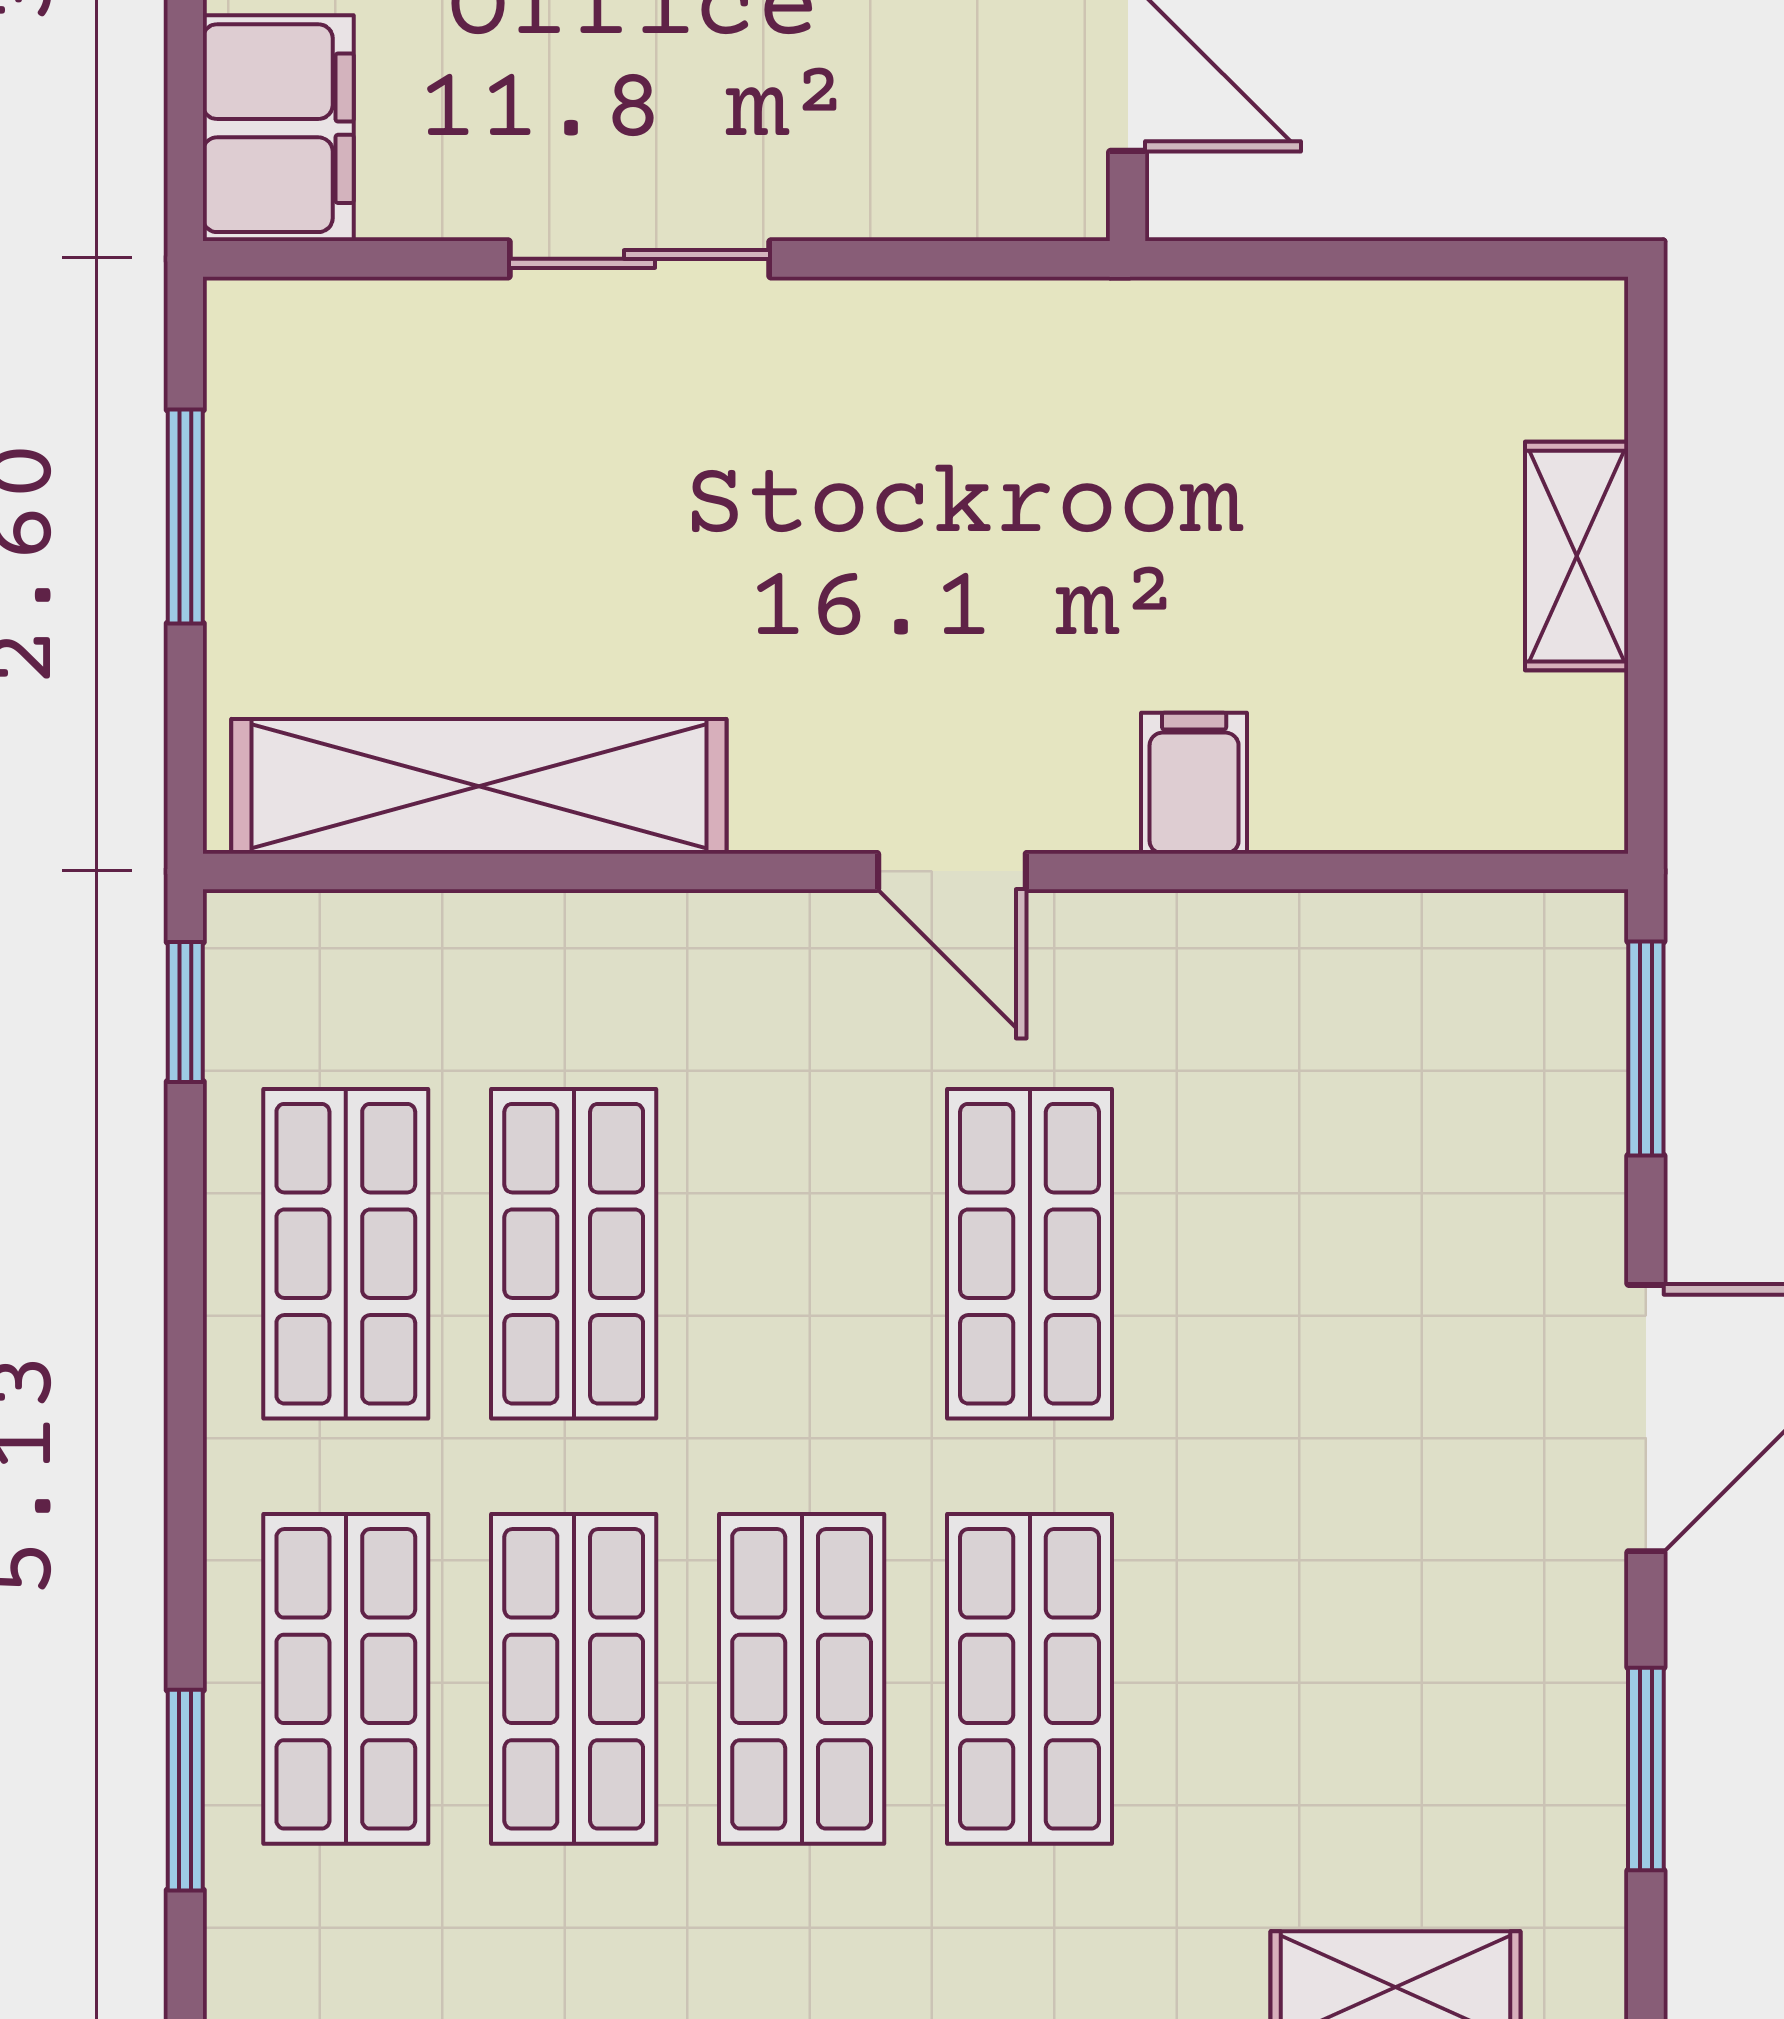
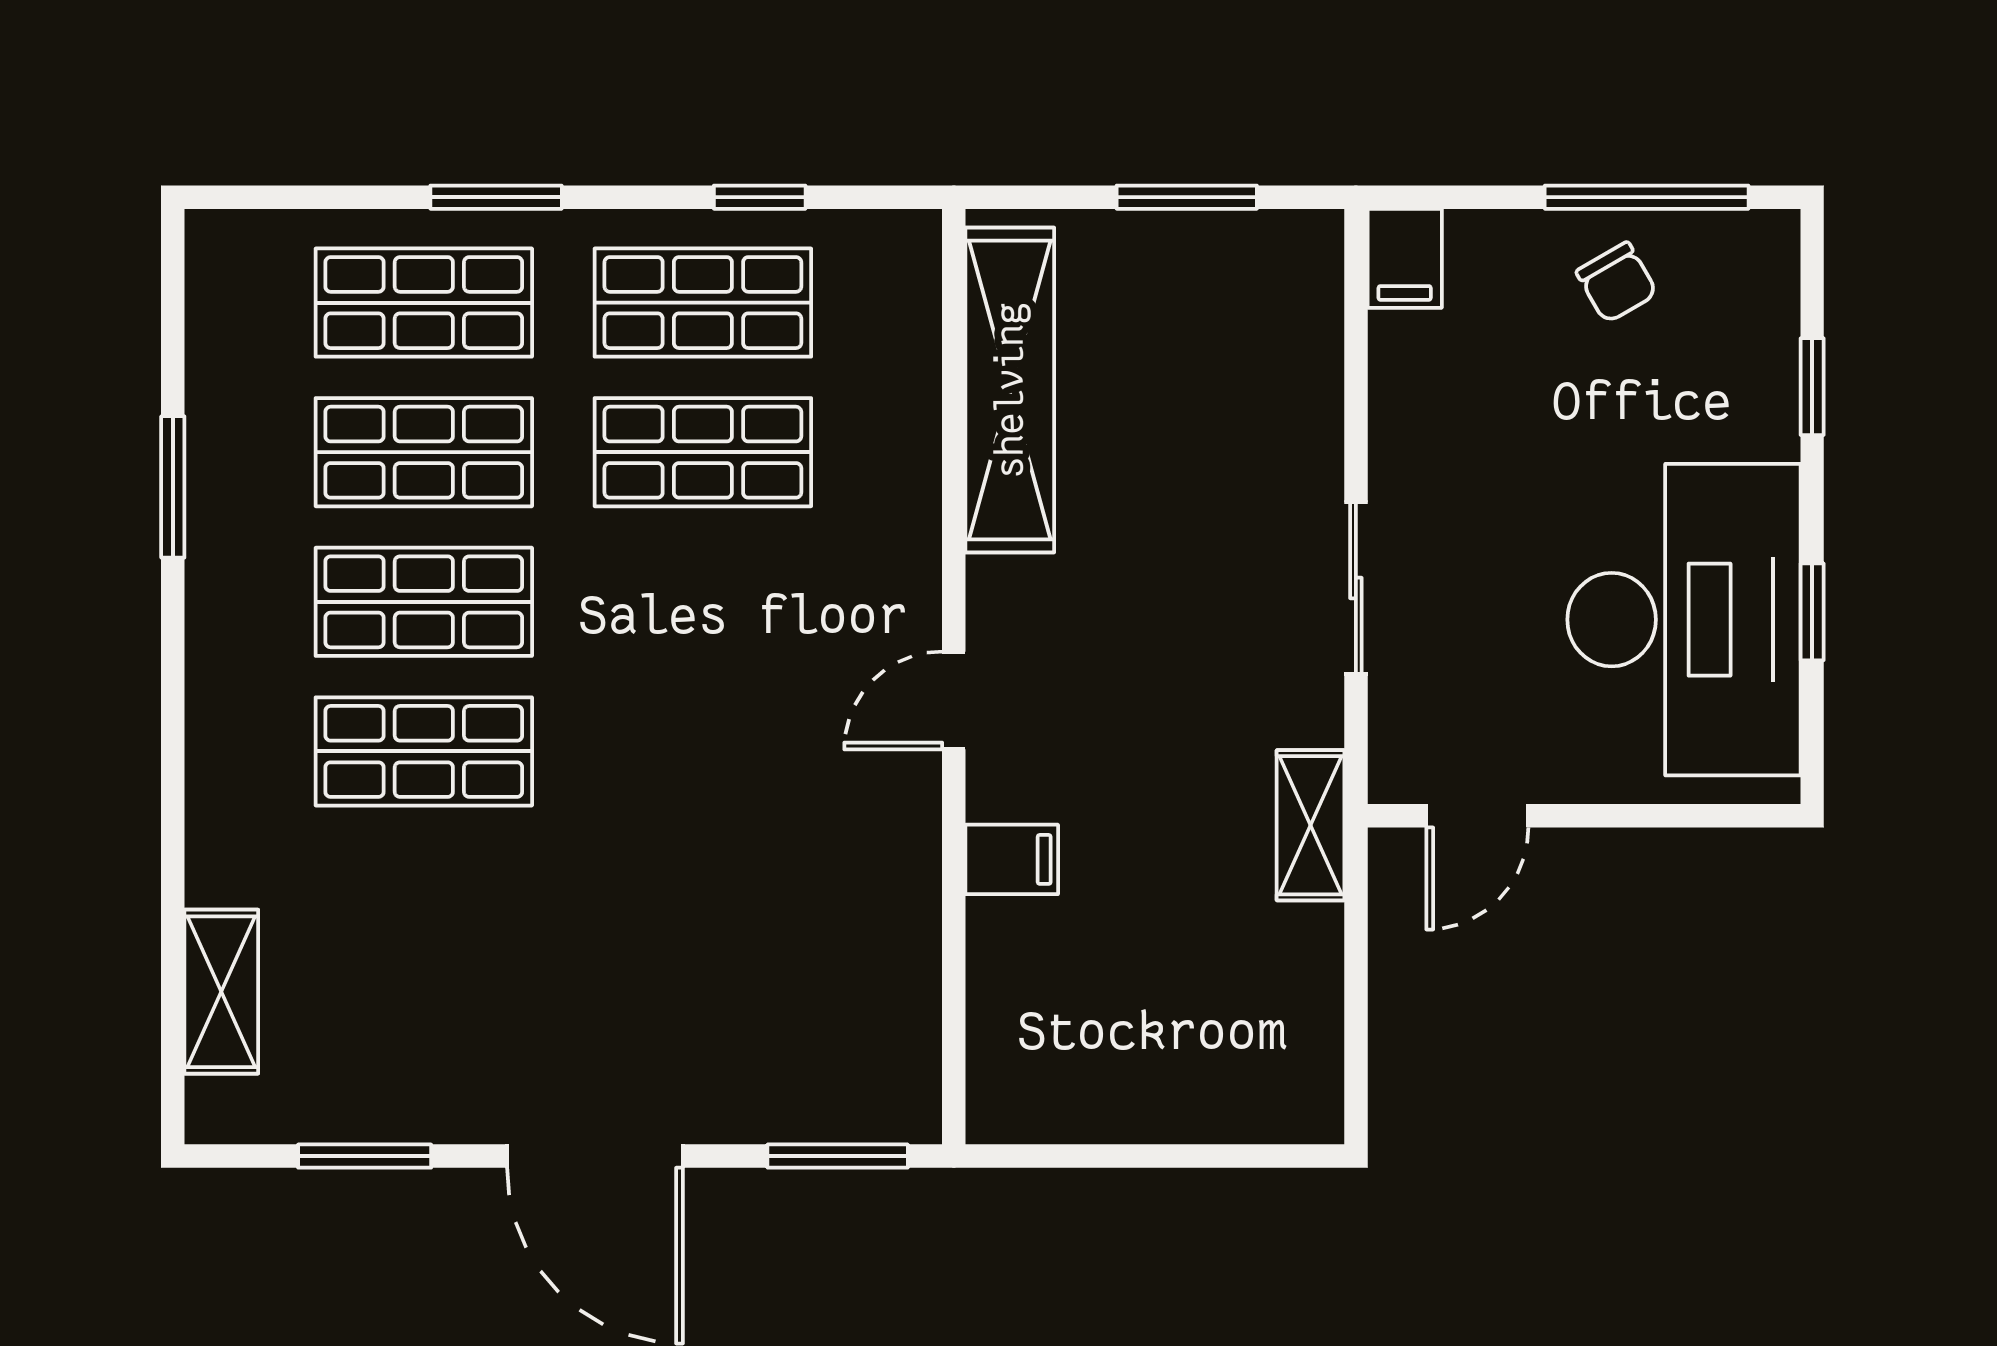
filing cabinet: (278, 128) -> (1405, 258), width x0.50
sliding door: (640, 259) -> (1356, 588), moved
shelving: (1577, 556) -> (1311, 825), moved, turned 90
window: (185, 1012) -> (760, 197), moved
shop shelf: (1030, 1254) -> (703, 751), removed
window: (185, 1790) -> (496, 197), moved

